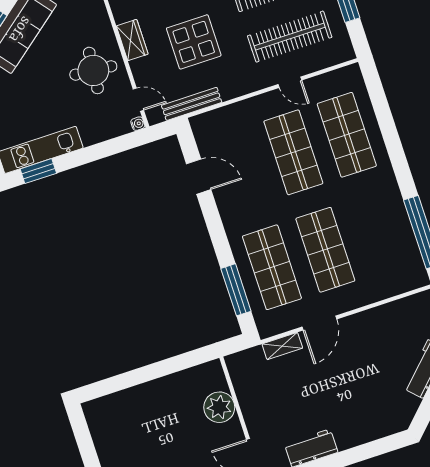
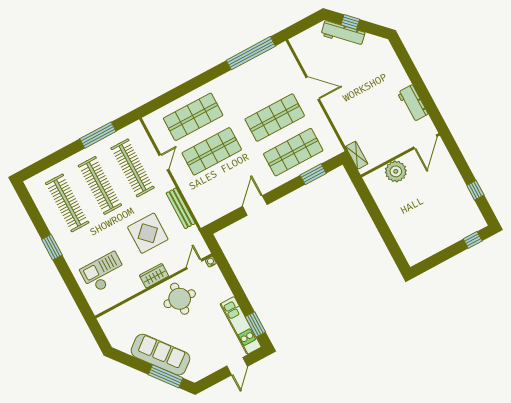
bench: (192, 104) -> (181, 208), moved
door: (199, 177) -> (255, 205), moved
window: (236, 290) -> (313, 174), width x0.69
door: (319, 323) -> (313, 88), moved
shelving: (282, 346) -> (357, 155), moved

